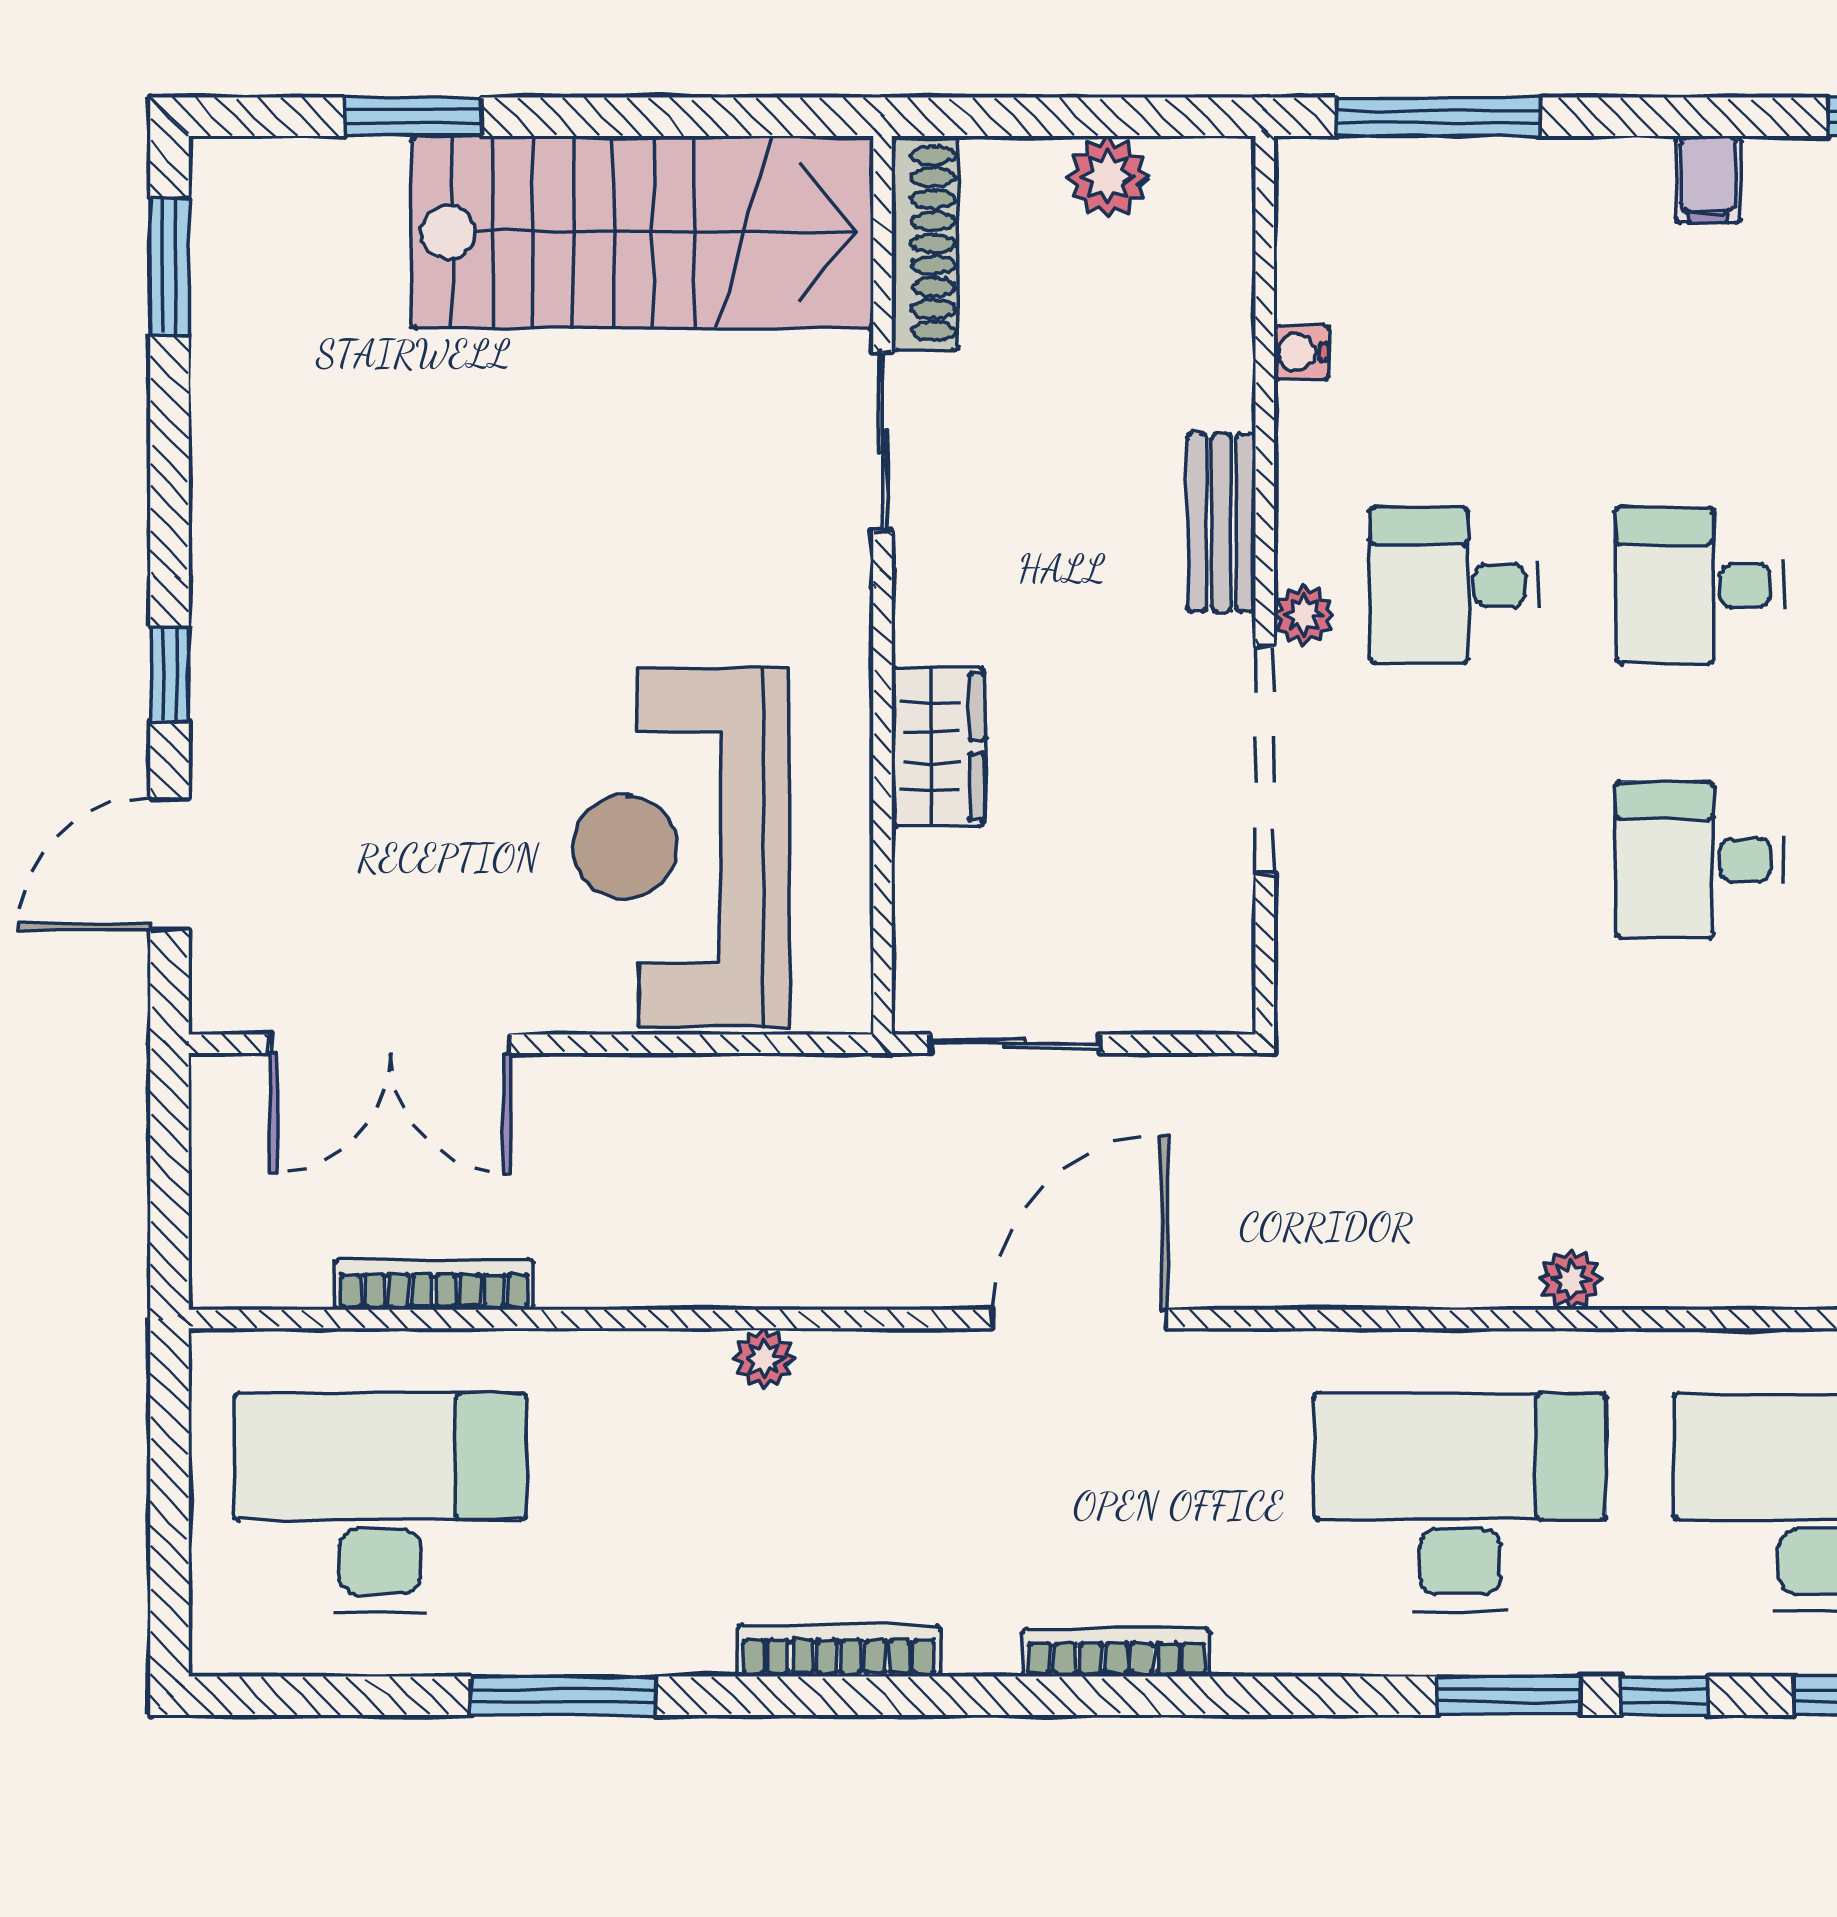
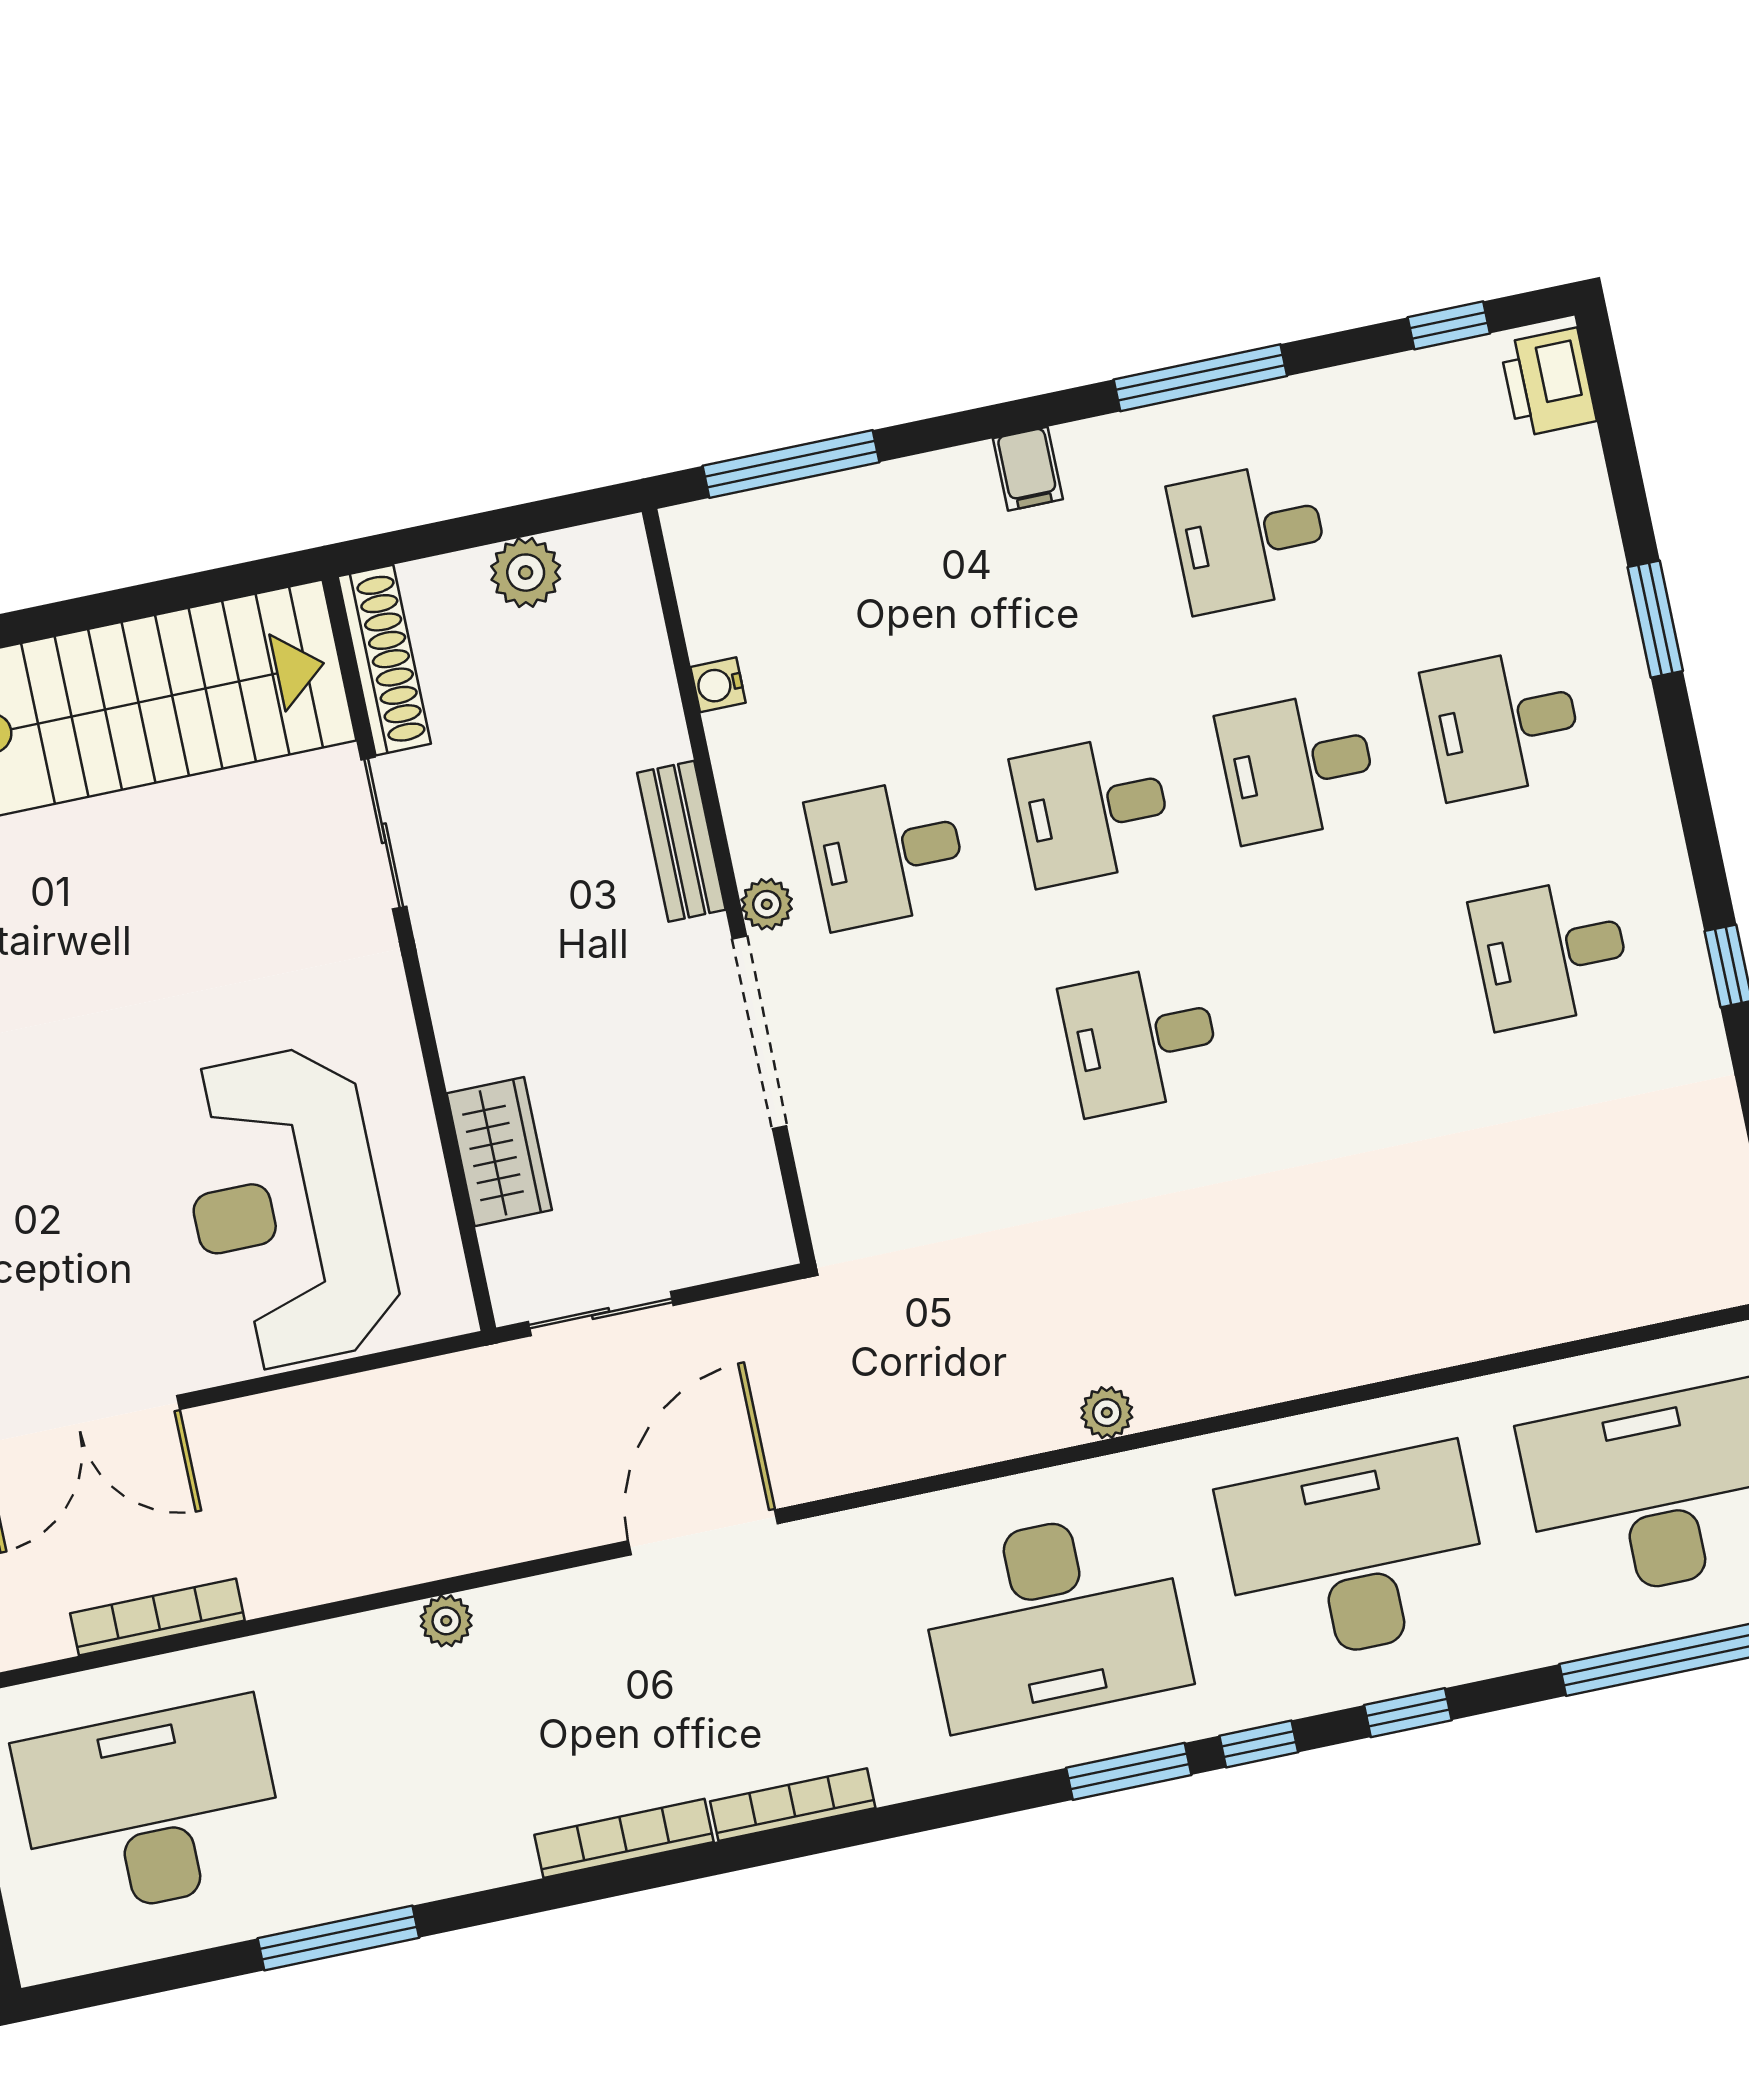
wardrobe: (938, 747) -> (499, 1152), moved
desk: (1460, 1502) -> (1053, 1618), turned 180
bookcase: (839, 1651) -> (624, 1838), moved

